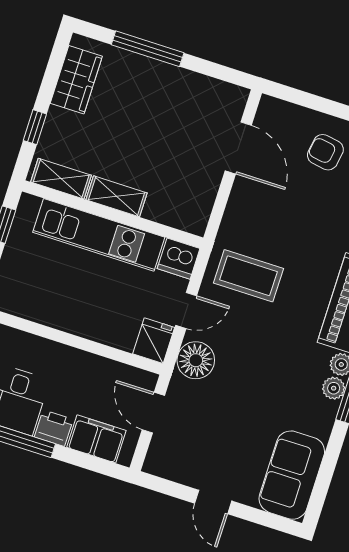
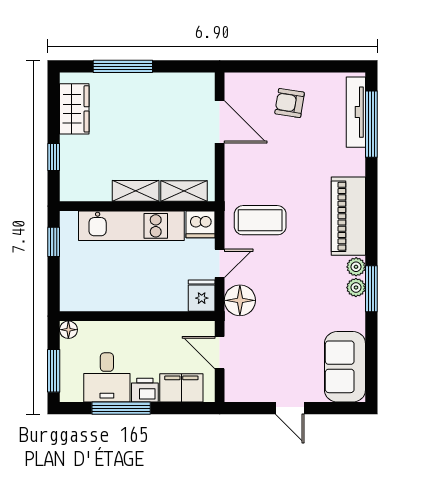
shelving: (61, 179) -> (184, 191), moved

